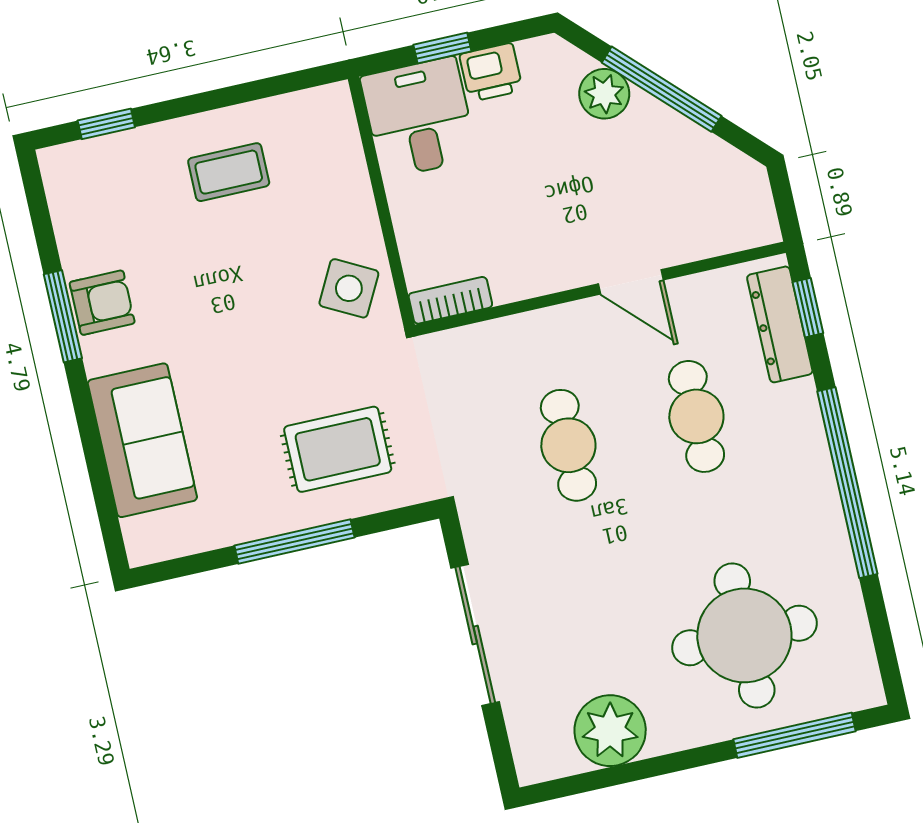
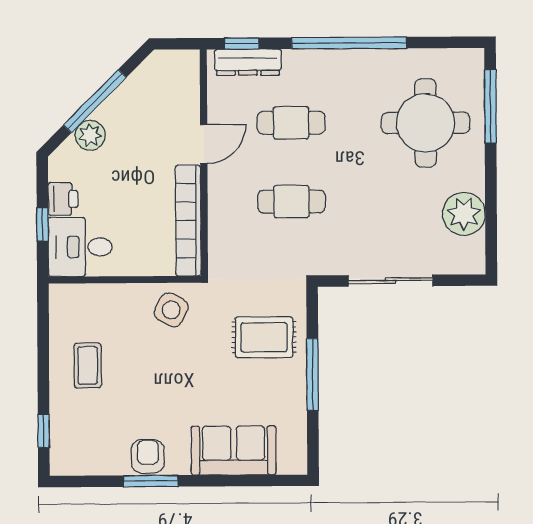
bookcase: (450, 300) -> (188, 221), width x2.31, depth x1.31
rug: (338, 449) -> (264, 337), turned 90

